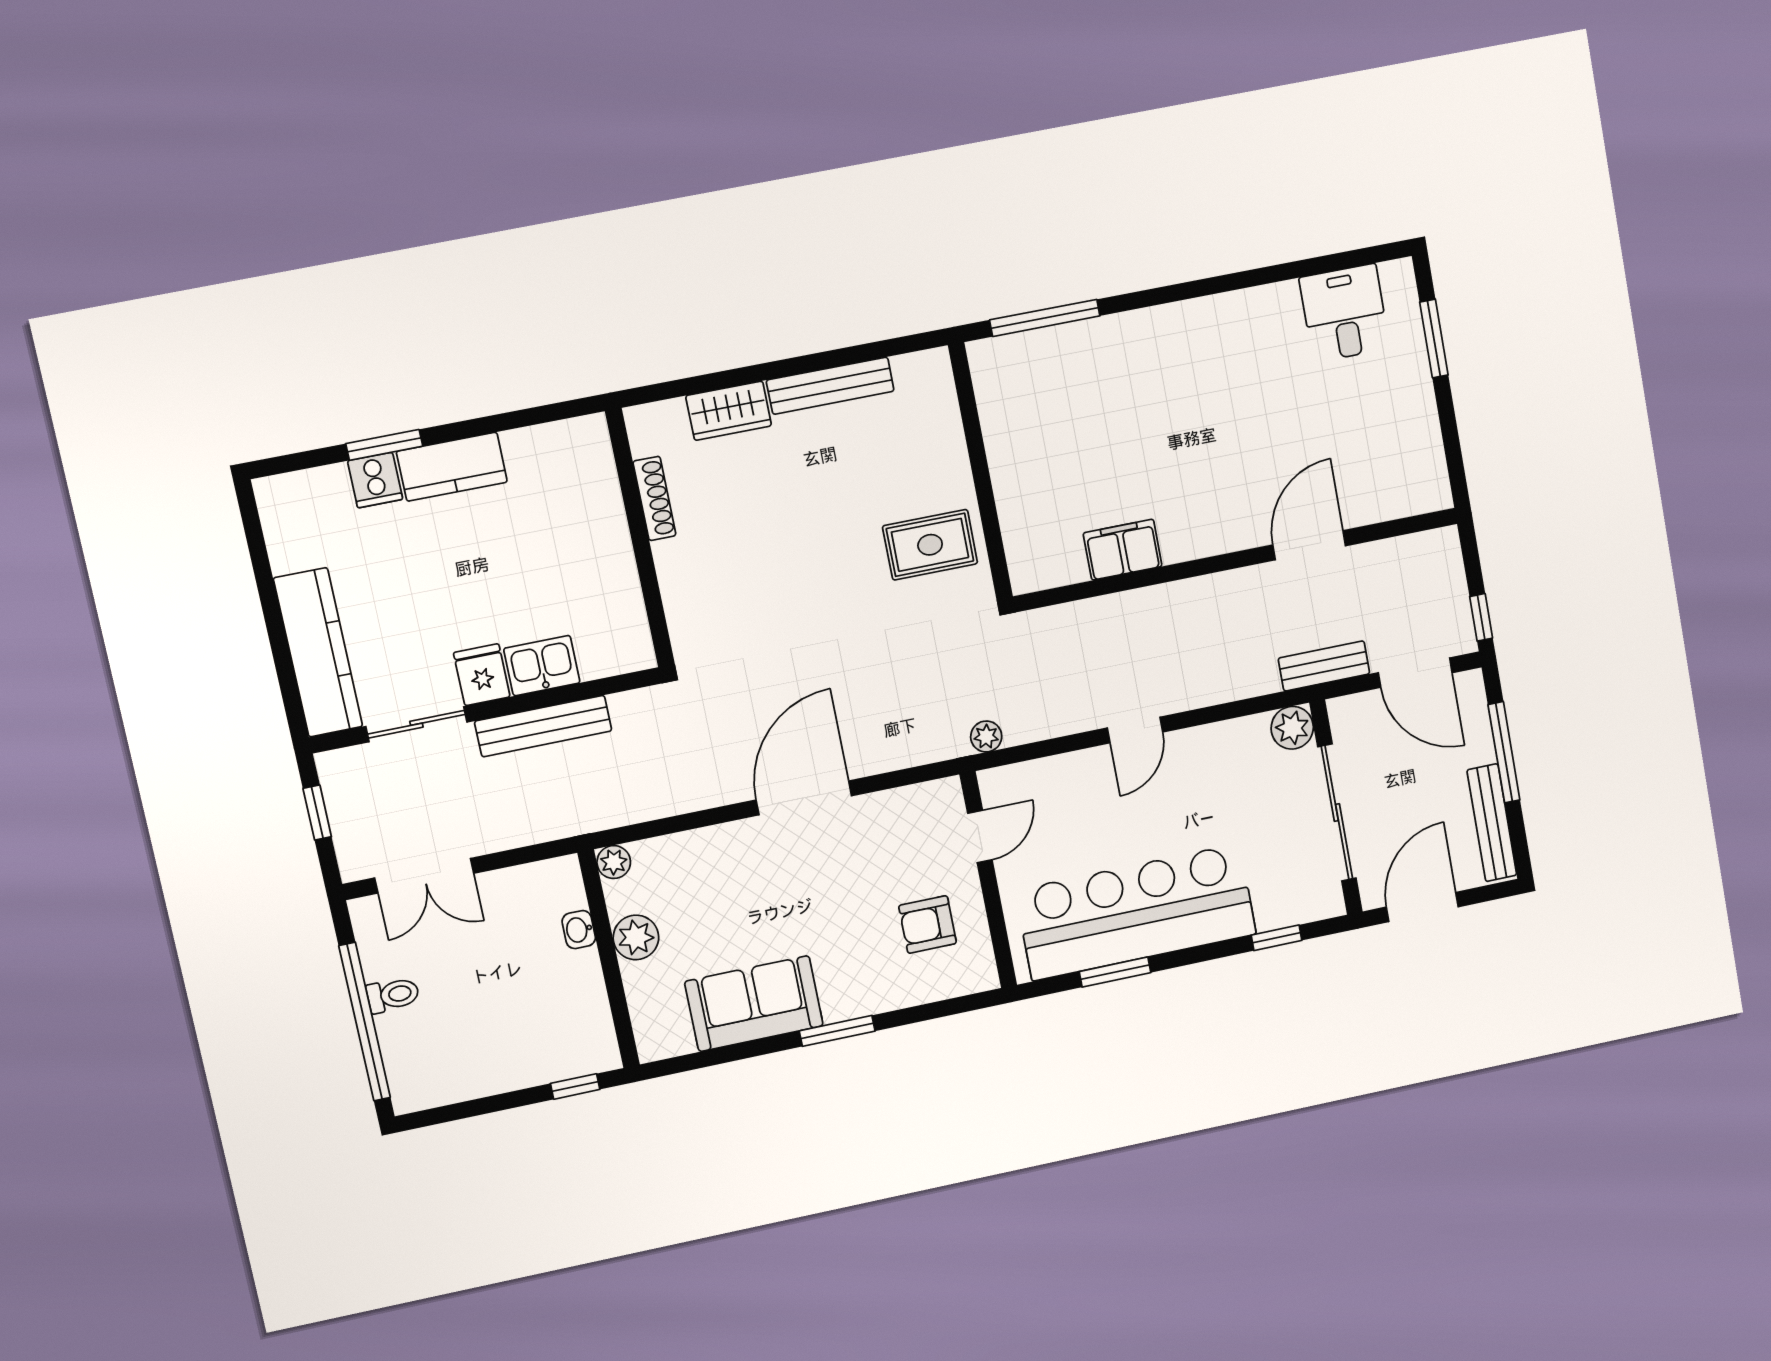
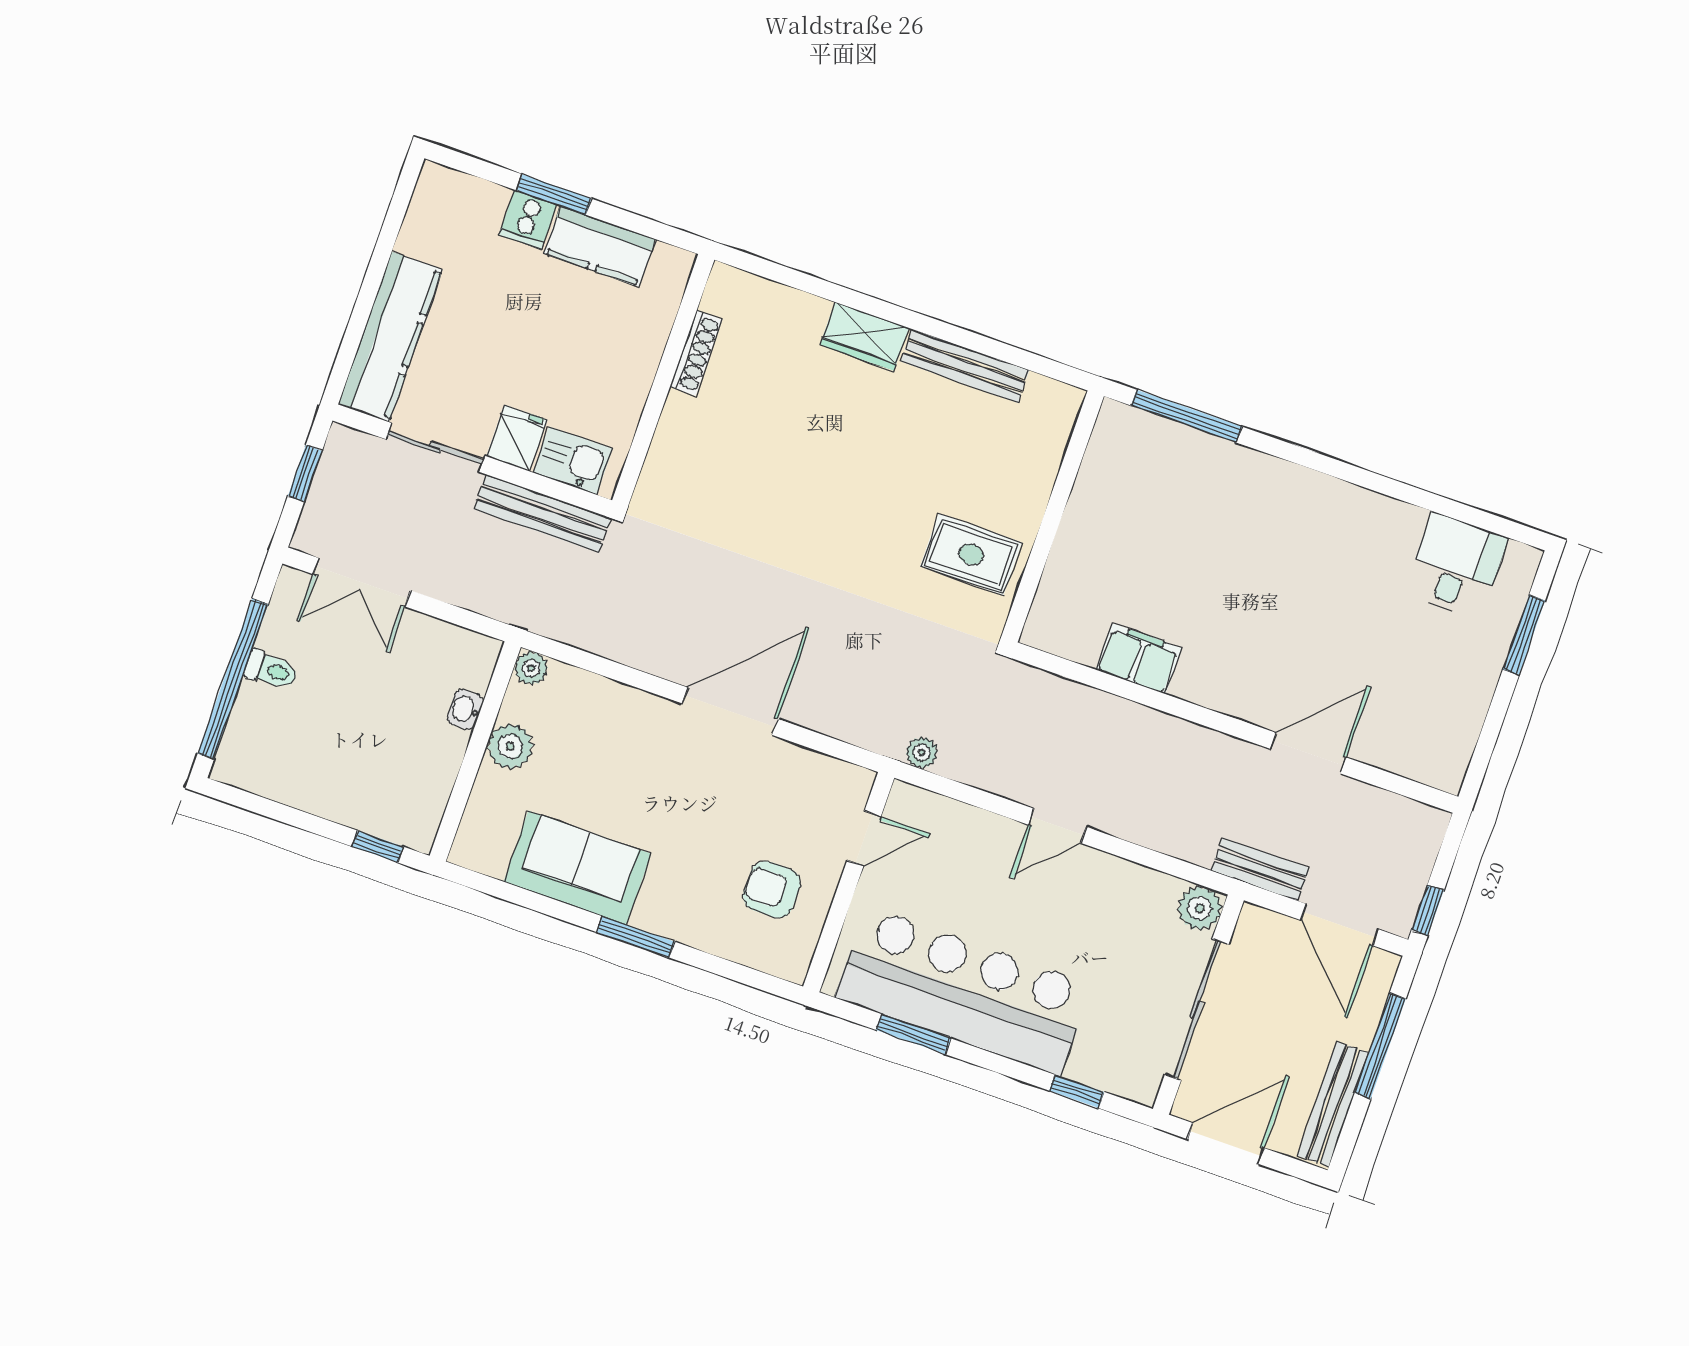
shoe rack: (654, 498) -> (696, 353), moved
wall: (640, 538) -> (663, 380), moved

